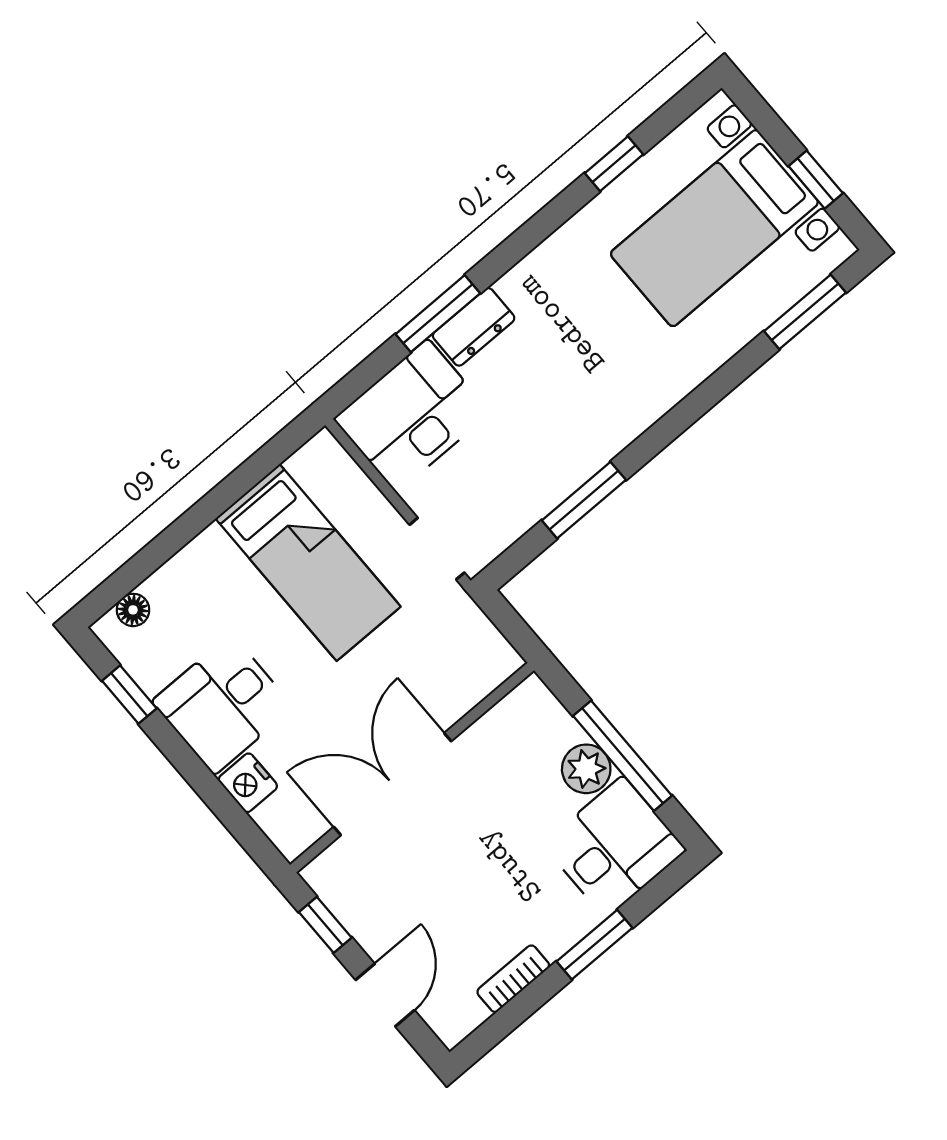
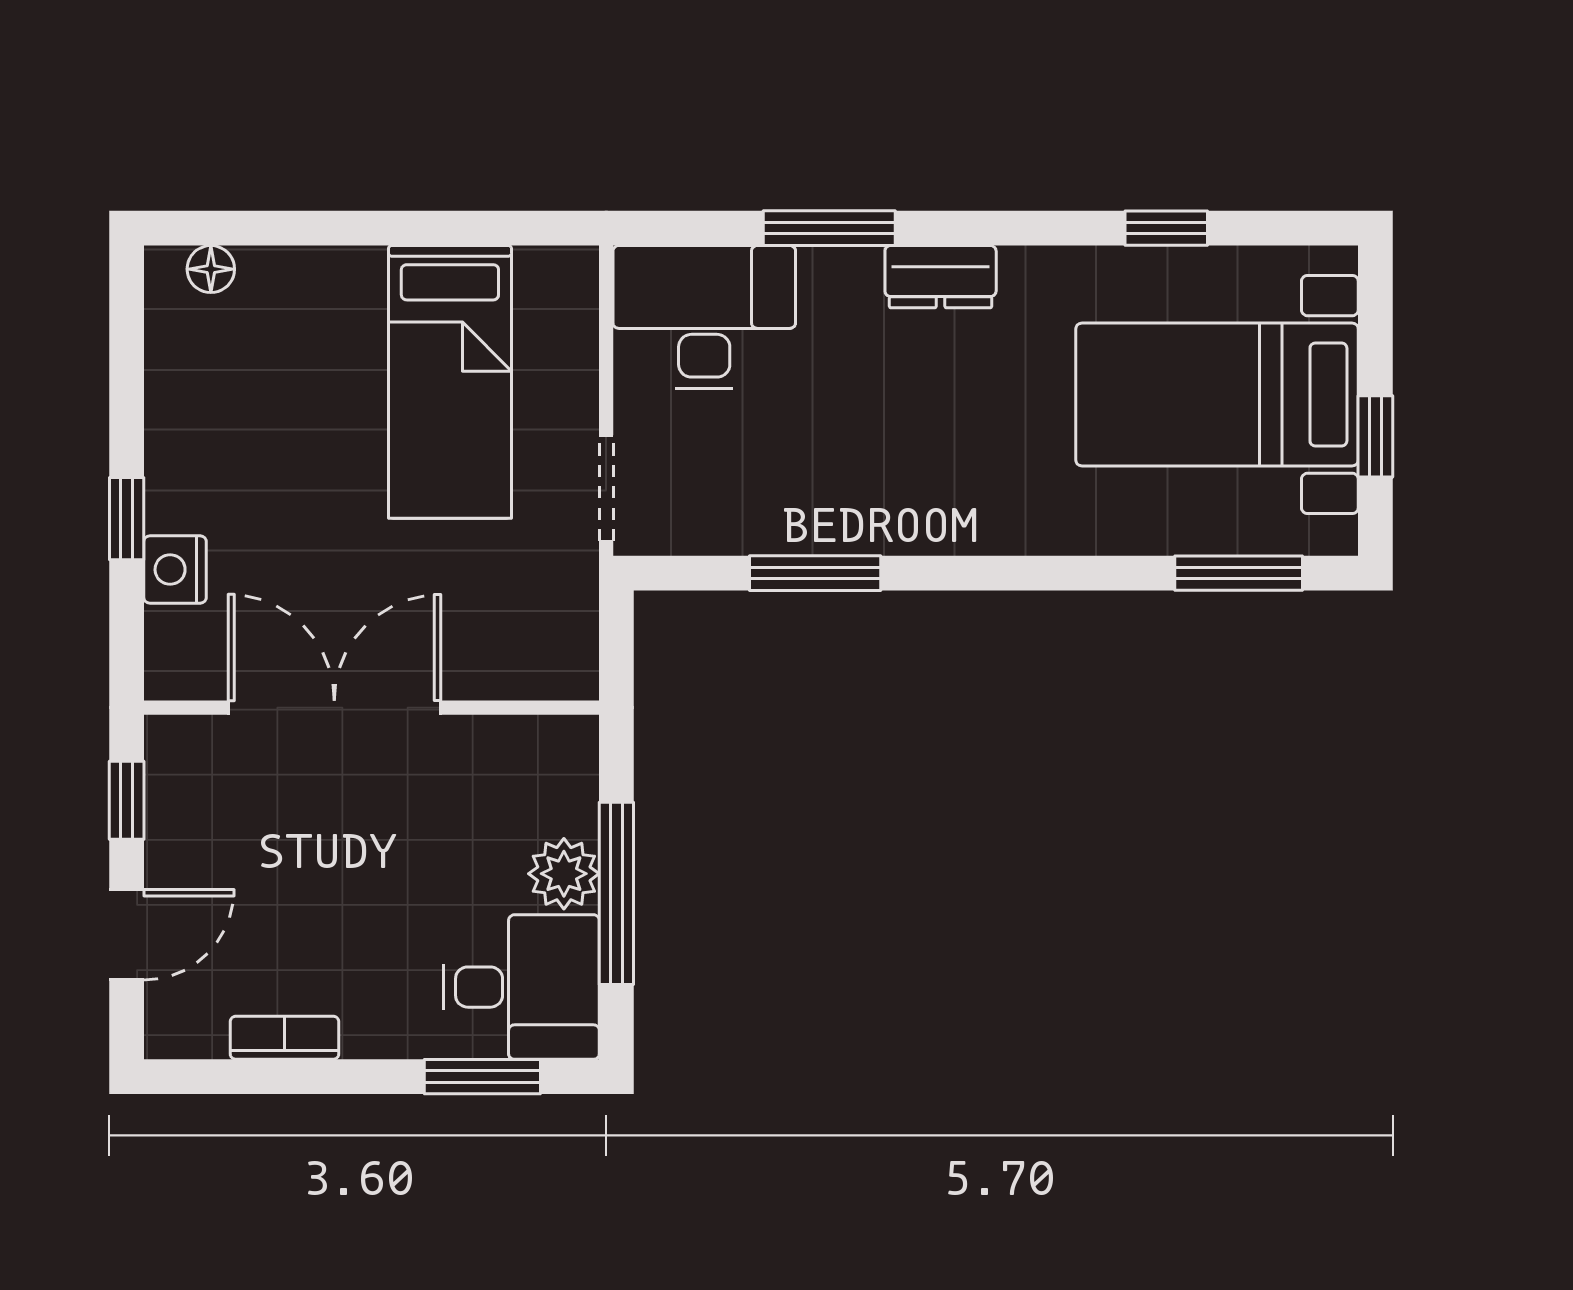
dresser: (474, 327) -> (941, 277), moved
window: (129, 695) -> (127, 519), moved
desk: (223, 704) -> (221, 459), removed
window: (595, 945) -> (482, 1077), moved

